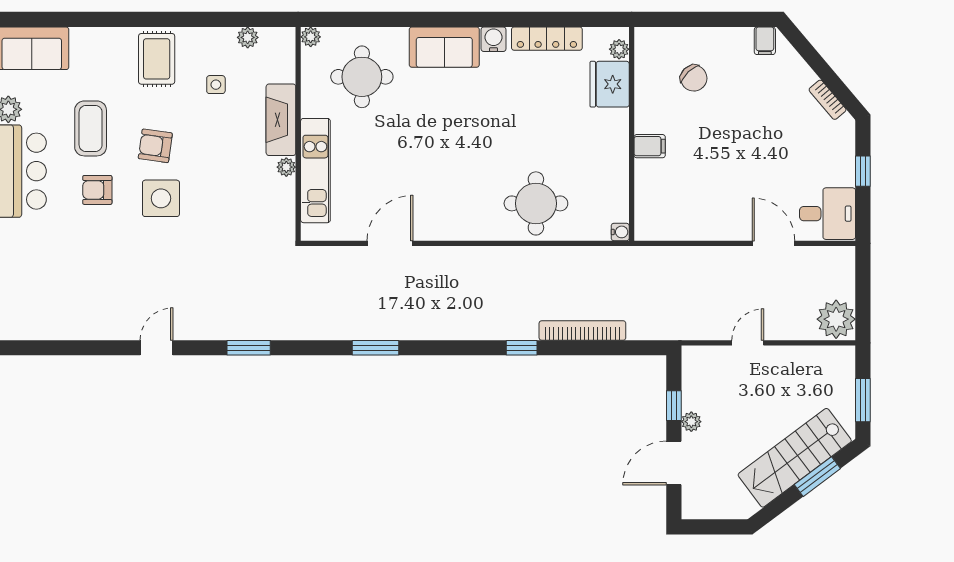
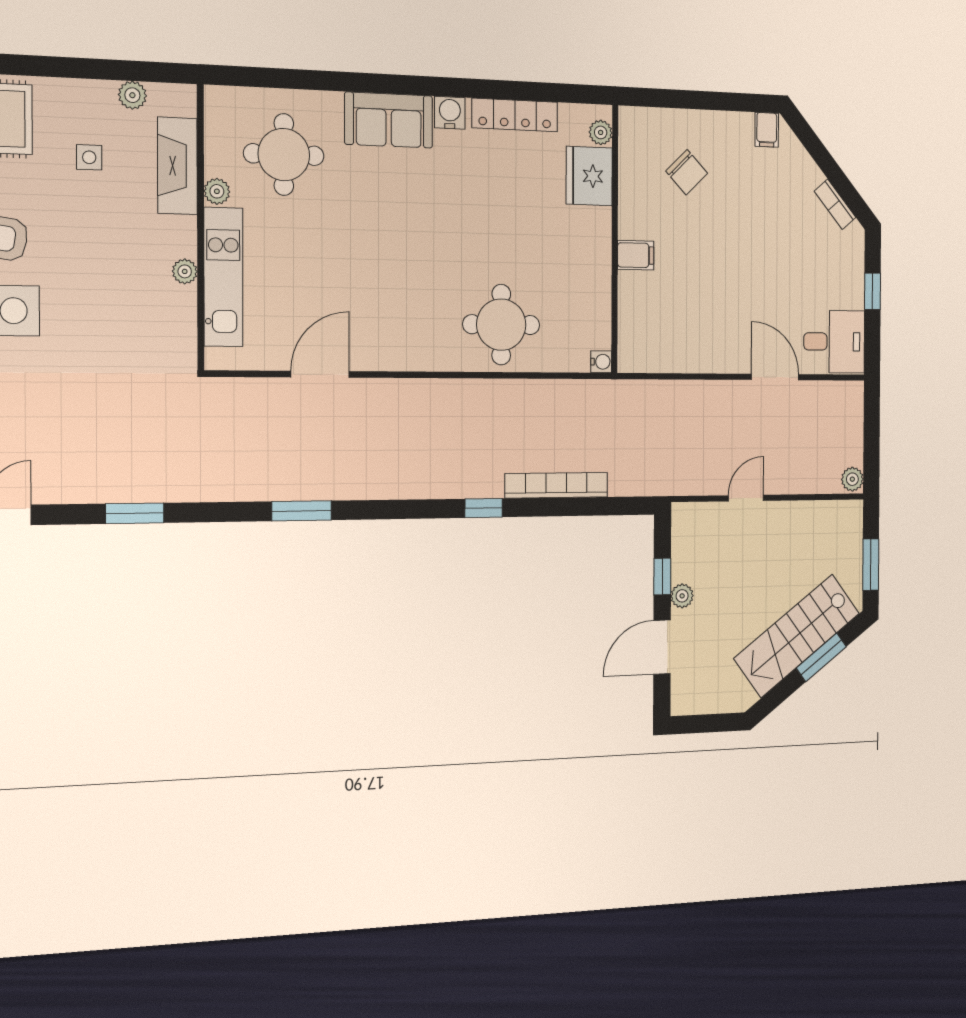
plant: (311, 37) -> (217, 191), moved
fireplace: (281, 120) -> (177, 166), moved
plant: (836, 319) -> (852, 479), width x0.53, depth x0.53

